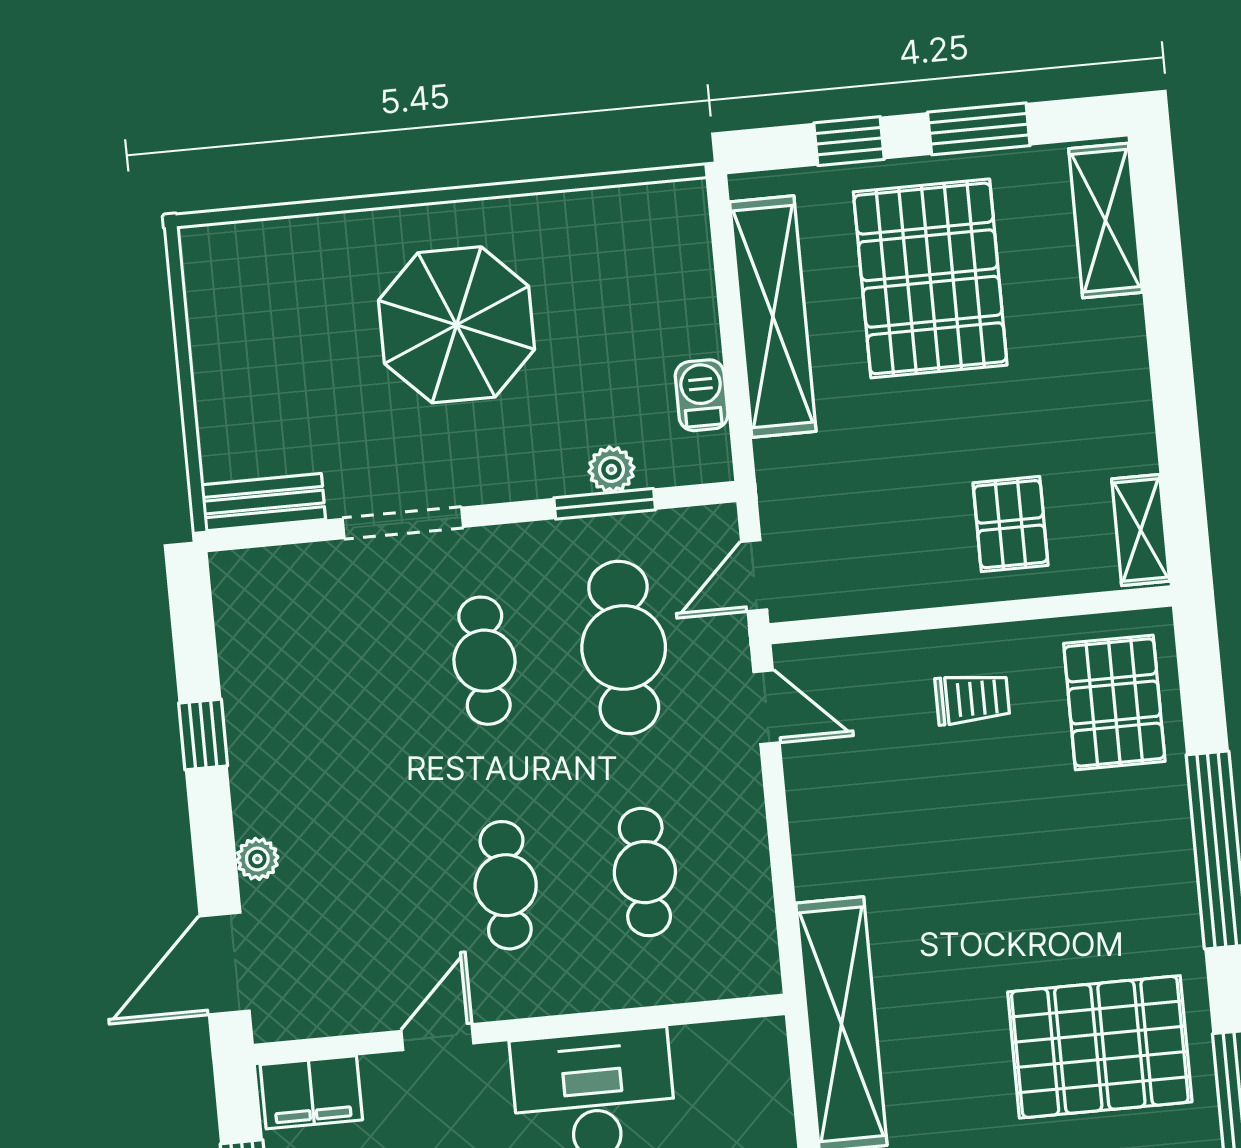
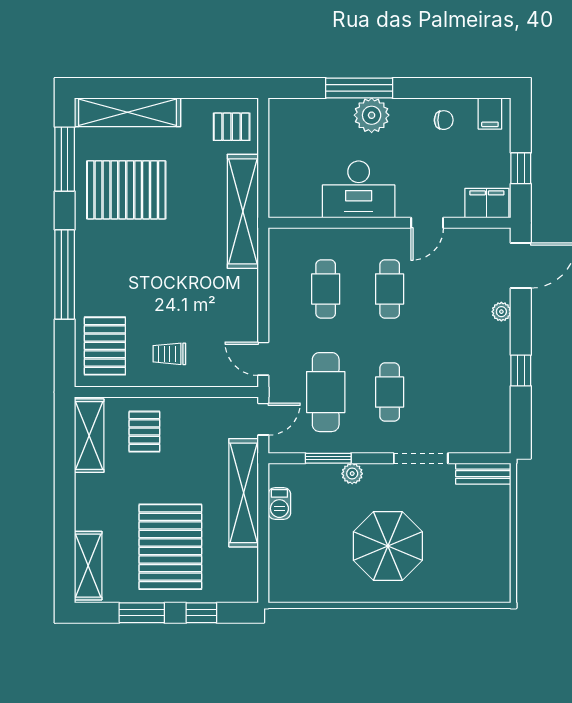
shelving: (773, 317) -> (244, 493), moved
plant: (611, 469) -> (352, 474), moved
shelving: (1141, 530) -> (89, 436), width x1.50, depth x1.33

